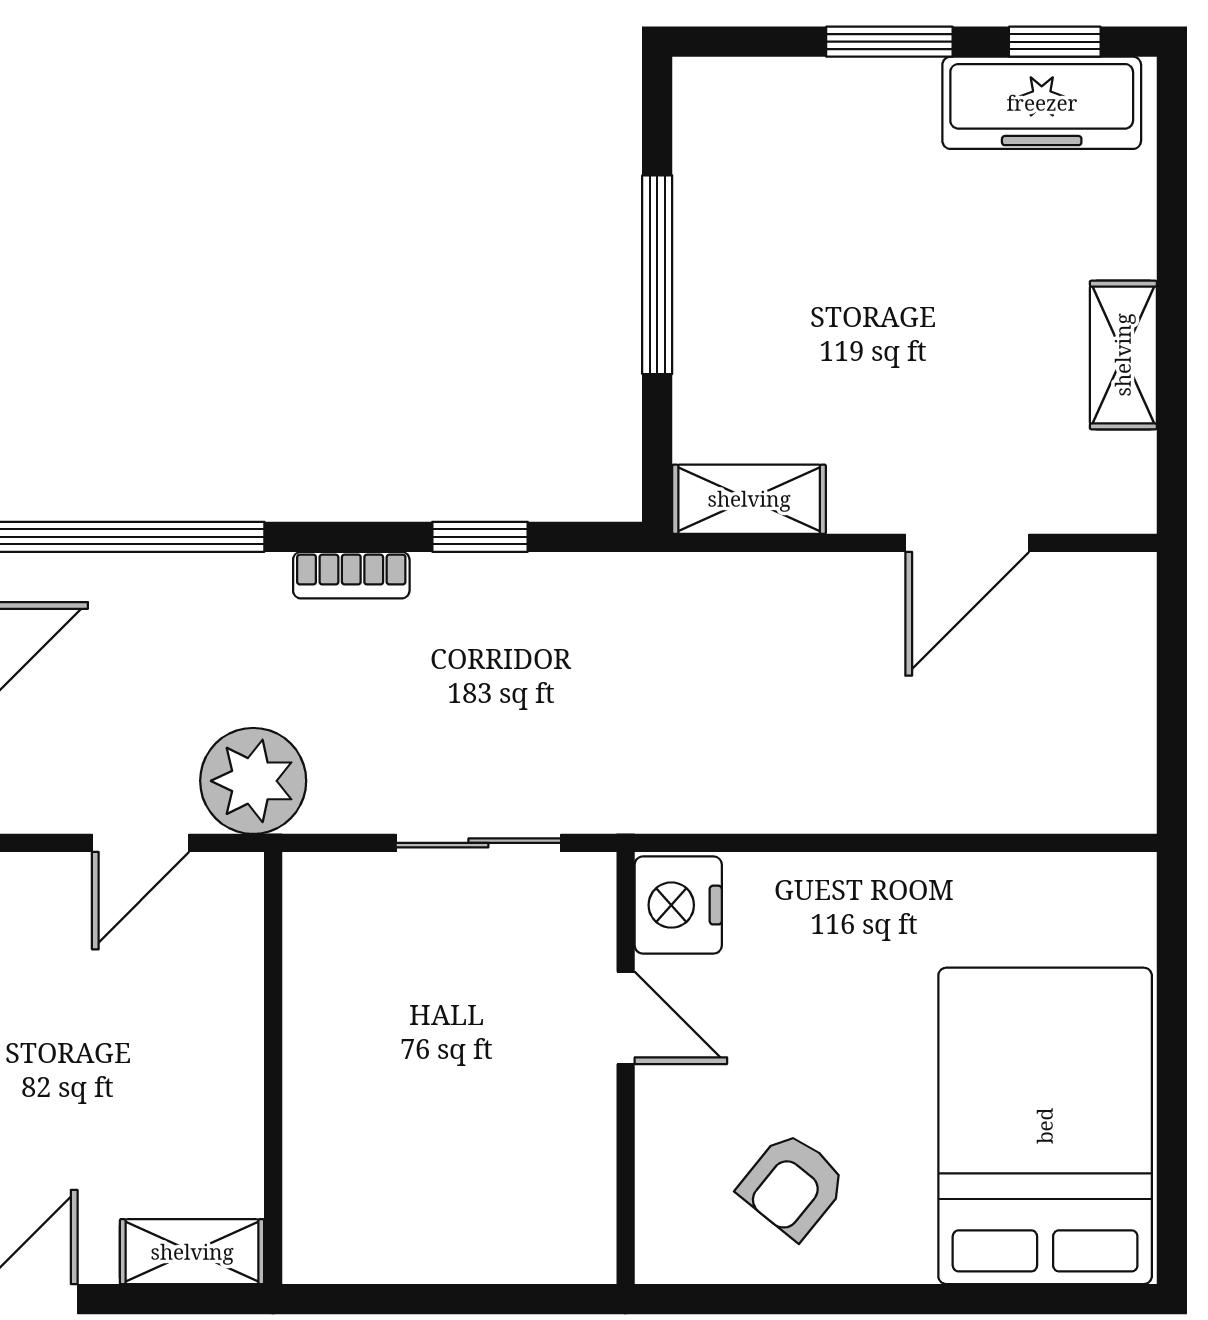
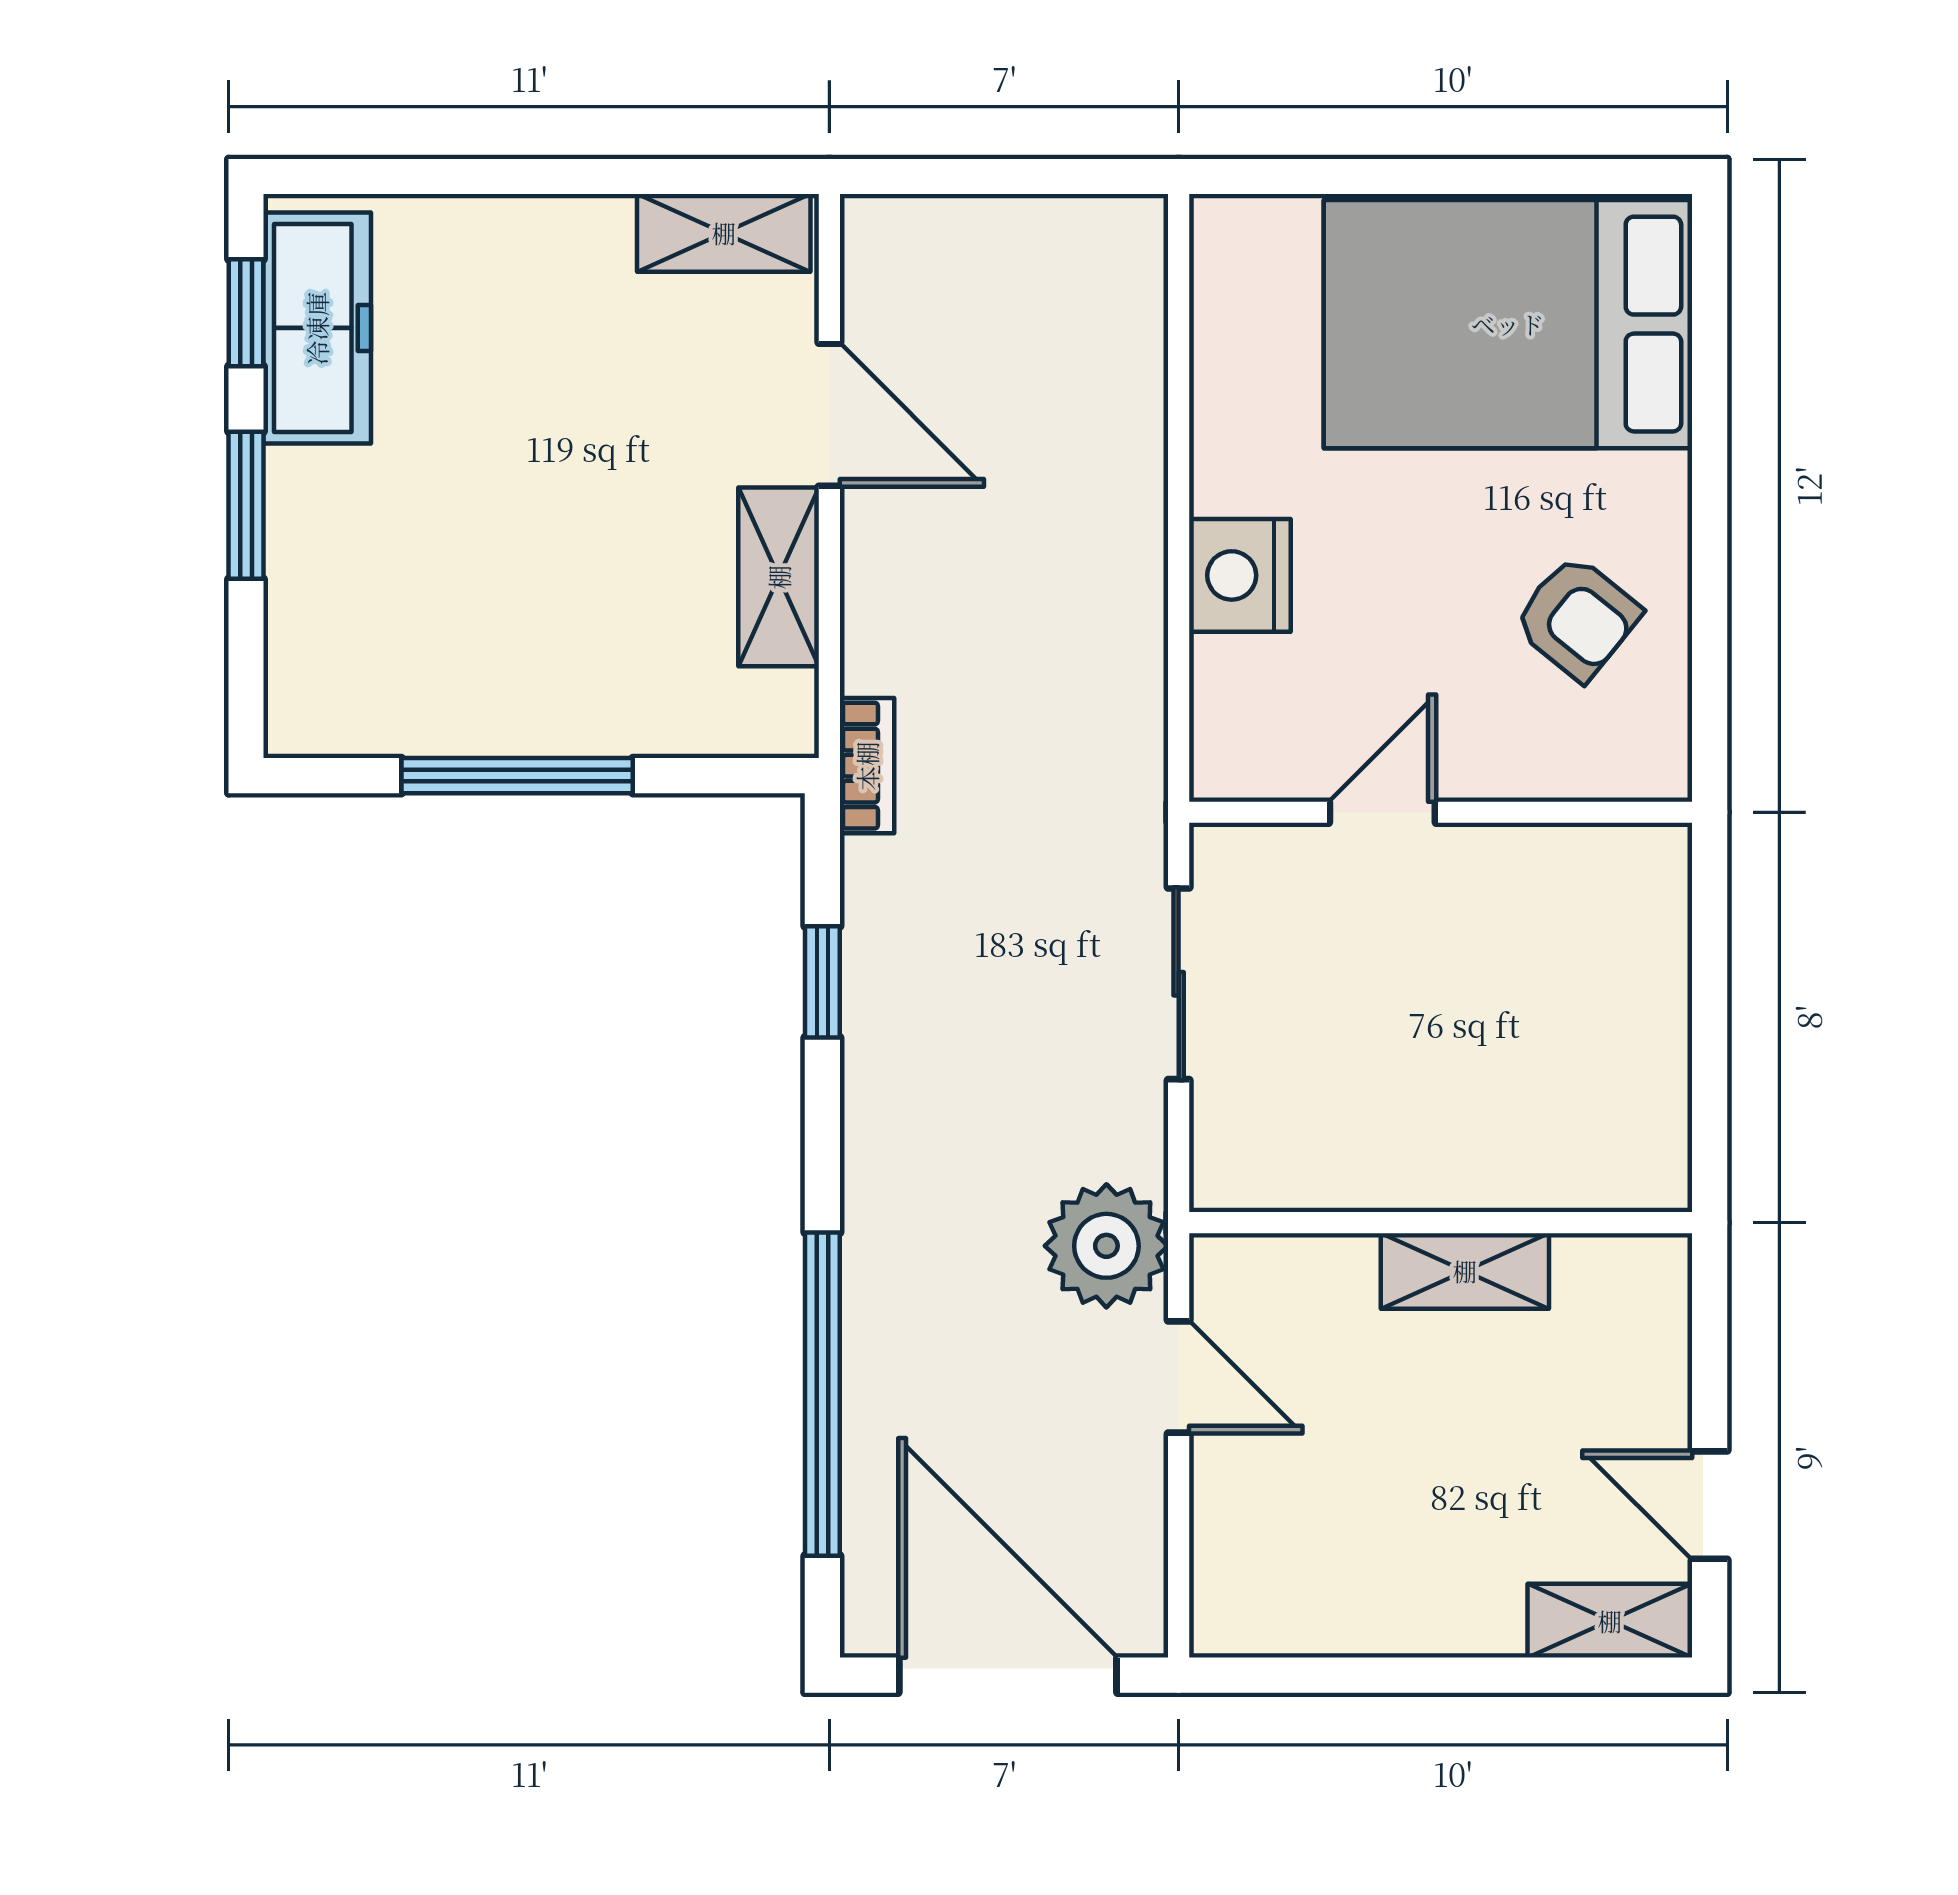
shelving: (1123, 355) -> (724, 233), moved
shelving: (749, 499) -> (779, 577), moved
bookcase: (351, 575) -> (867, 766), moved
nightstand: (678, 905) -> (1240, 575), moved, turned 90
shelving: (192, 1252) -> (1465, 1271), moved, turned 90

